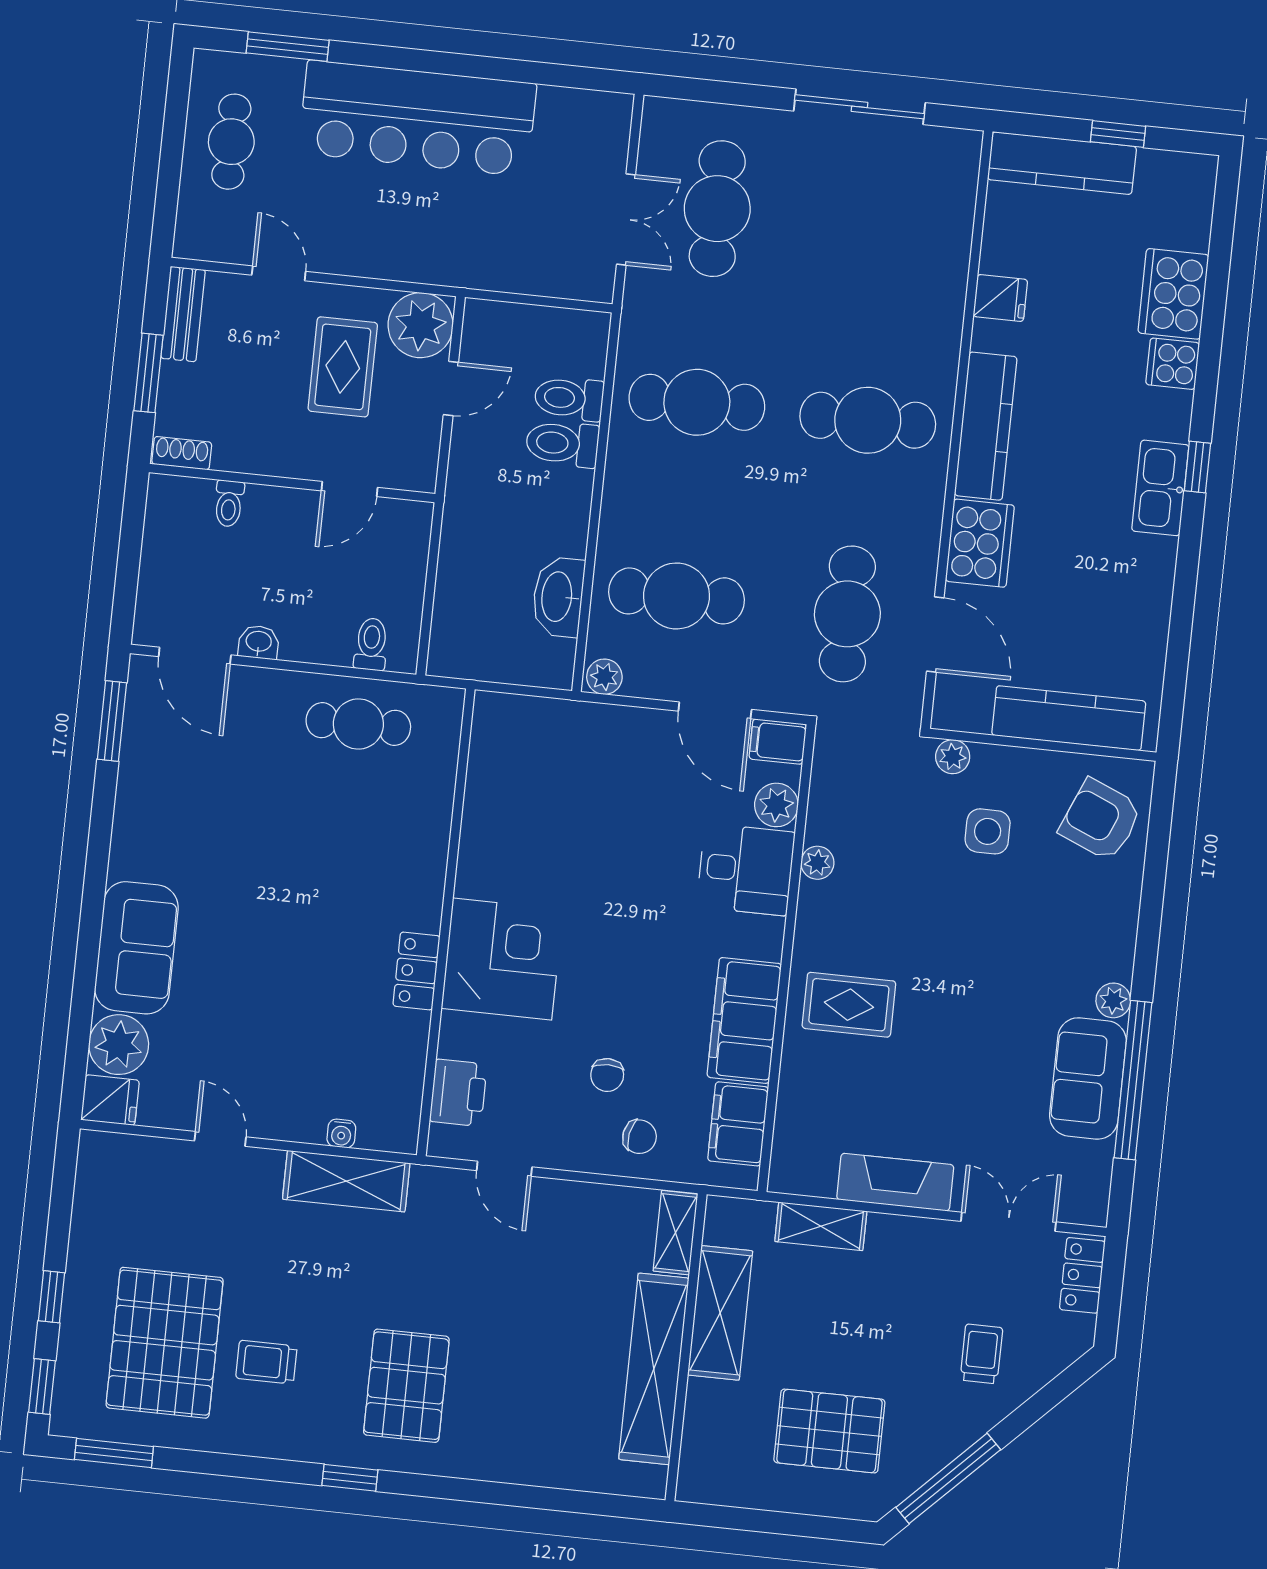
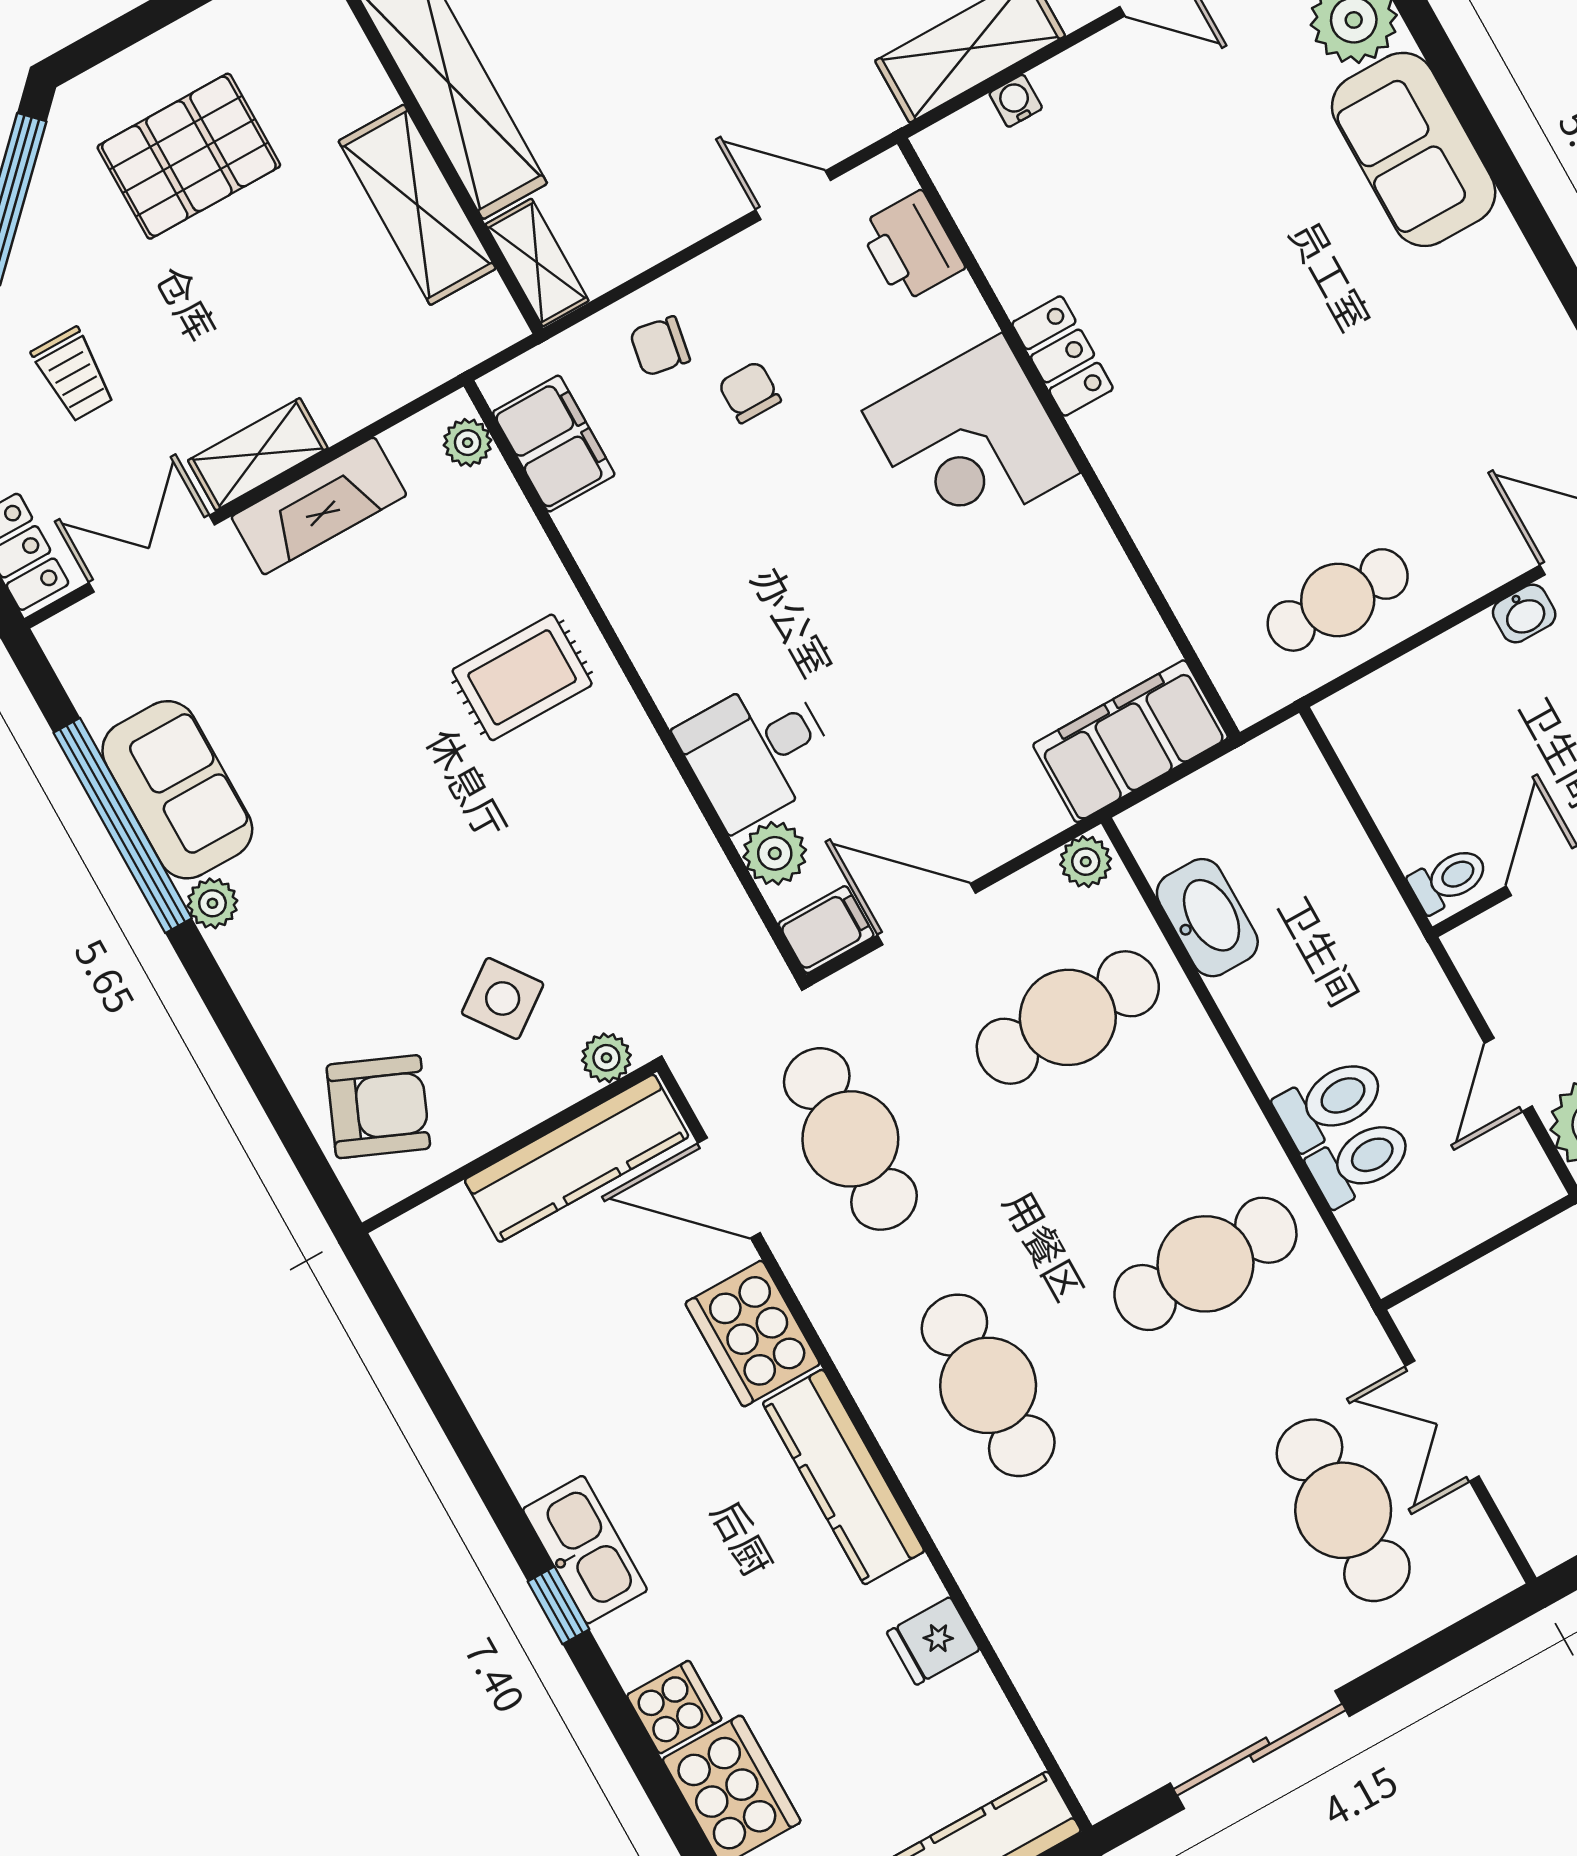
cafe table: (868, 420) -> (988, 1385), turned 90
toilet: (371, 644) -> (1449, 879), moved, turned -90
kitchen counter: (1069, 718) -> (577, 1158), moved
side table: (988, 831) -> (503, 998), turned -36
plant: (817, 863) -> (468, 443), moved
filing cabinet: (744, 1020) -> (1131, 741), moved, turned -90
double door: (1008, 1222) -> (152, 554), swing flipped
shelving: (821, 1226) -> (258, 454), moved

